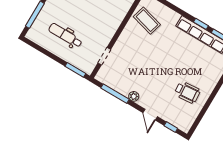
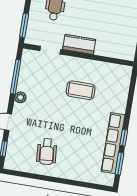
coffee table: (147, 21) -> (81, 90), moved, turned 75
kitchen counter: (109, 30) -> (79, 44), added

